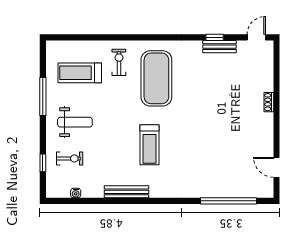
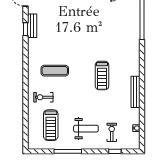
exercise mat: (156, 78) -> (55, 71), width x0.50, depth x0.69
weight bench: (75, 122) -> (86, 129), turned 90
treadmill: (149, 145) -> (102, 76), turned 90

